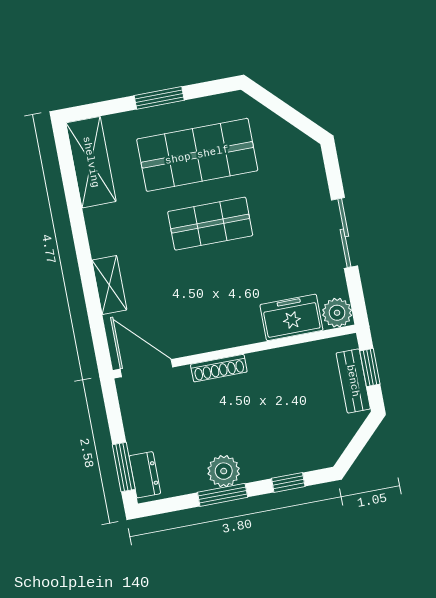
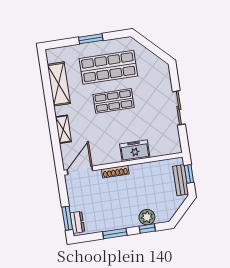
shelving: (91, 162) -> (59, 84), moved
plant: (337, 313) -> (174, 147), removed
freezer: (291, 317) -> (135, 151), moved
door: (146, 368) -> (80, 170), hinge flipped
plant: (224, 471) -> (147, 217), moved

